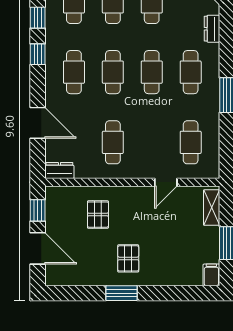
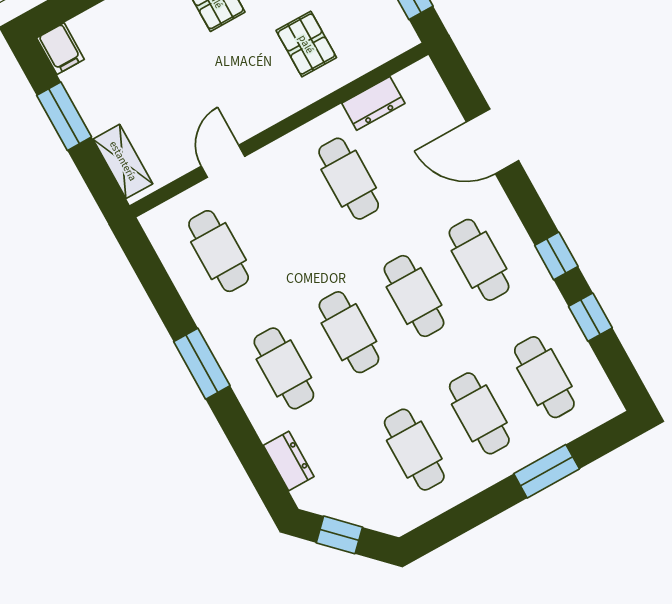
dresser: (59, 170) -> (373, 103), moved

